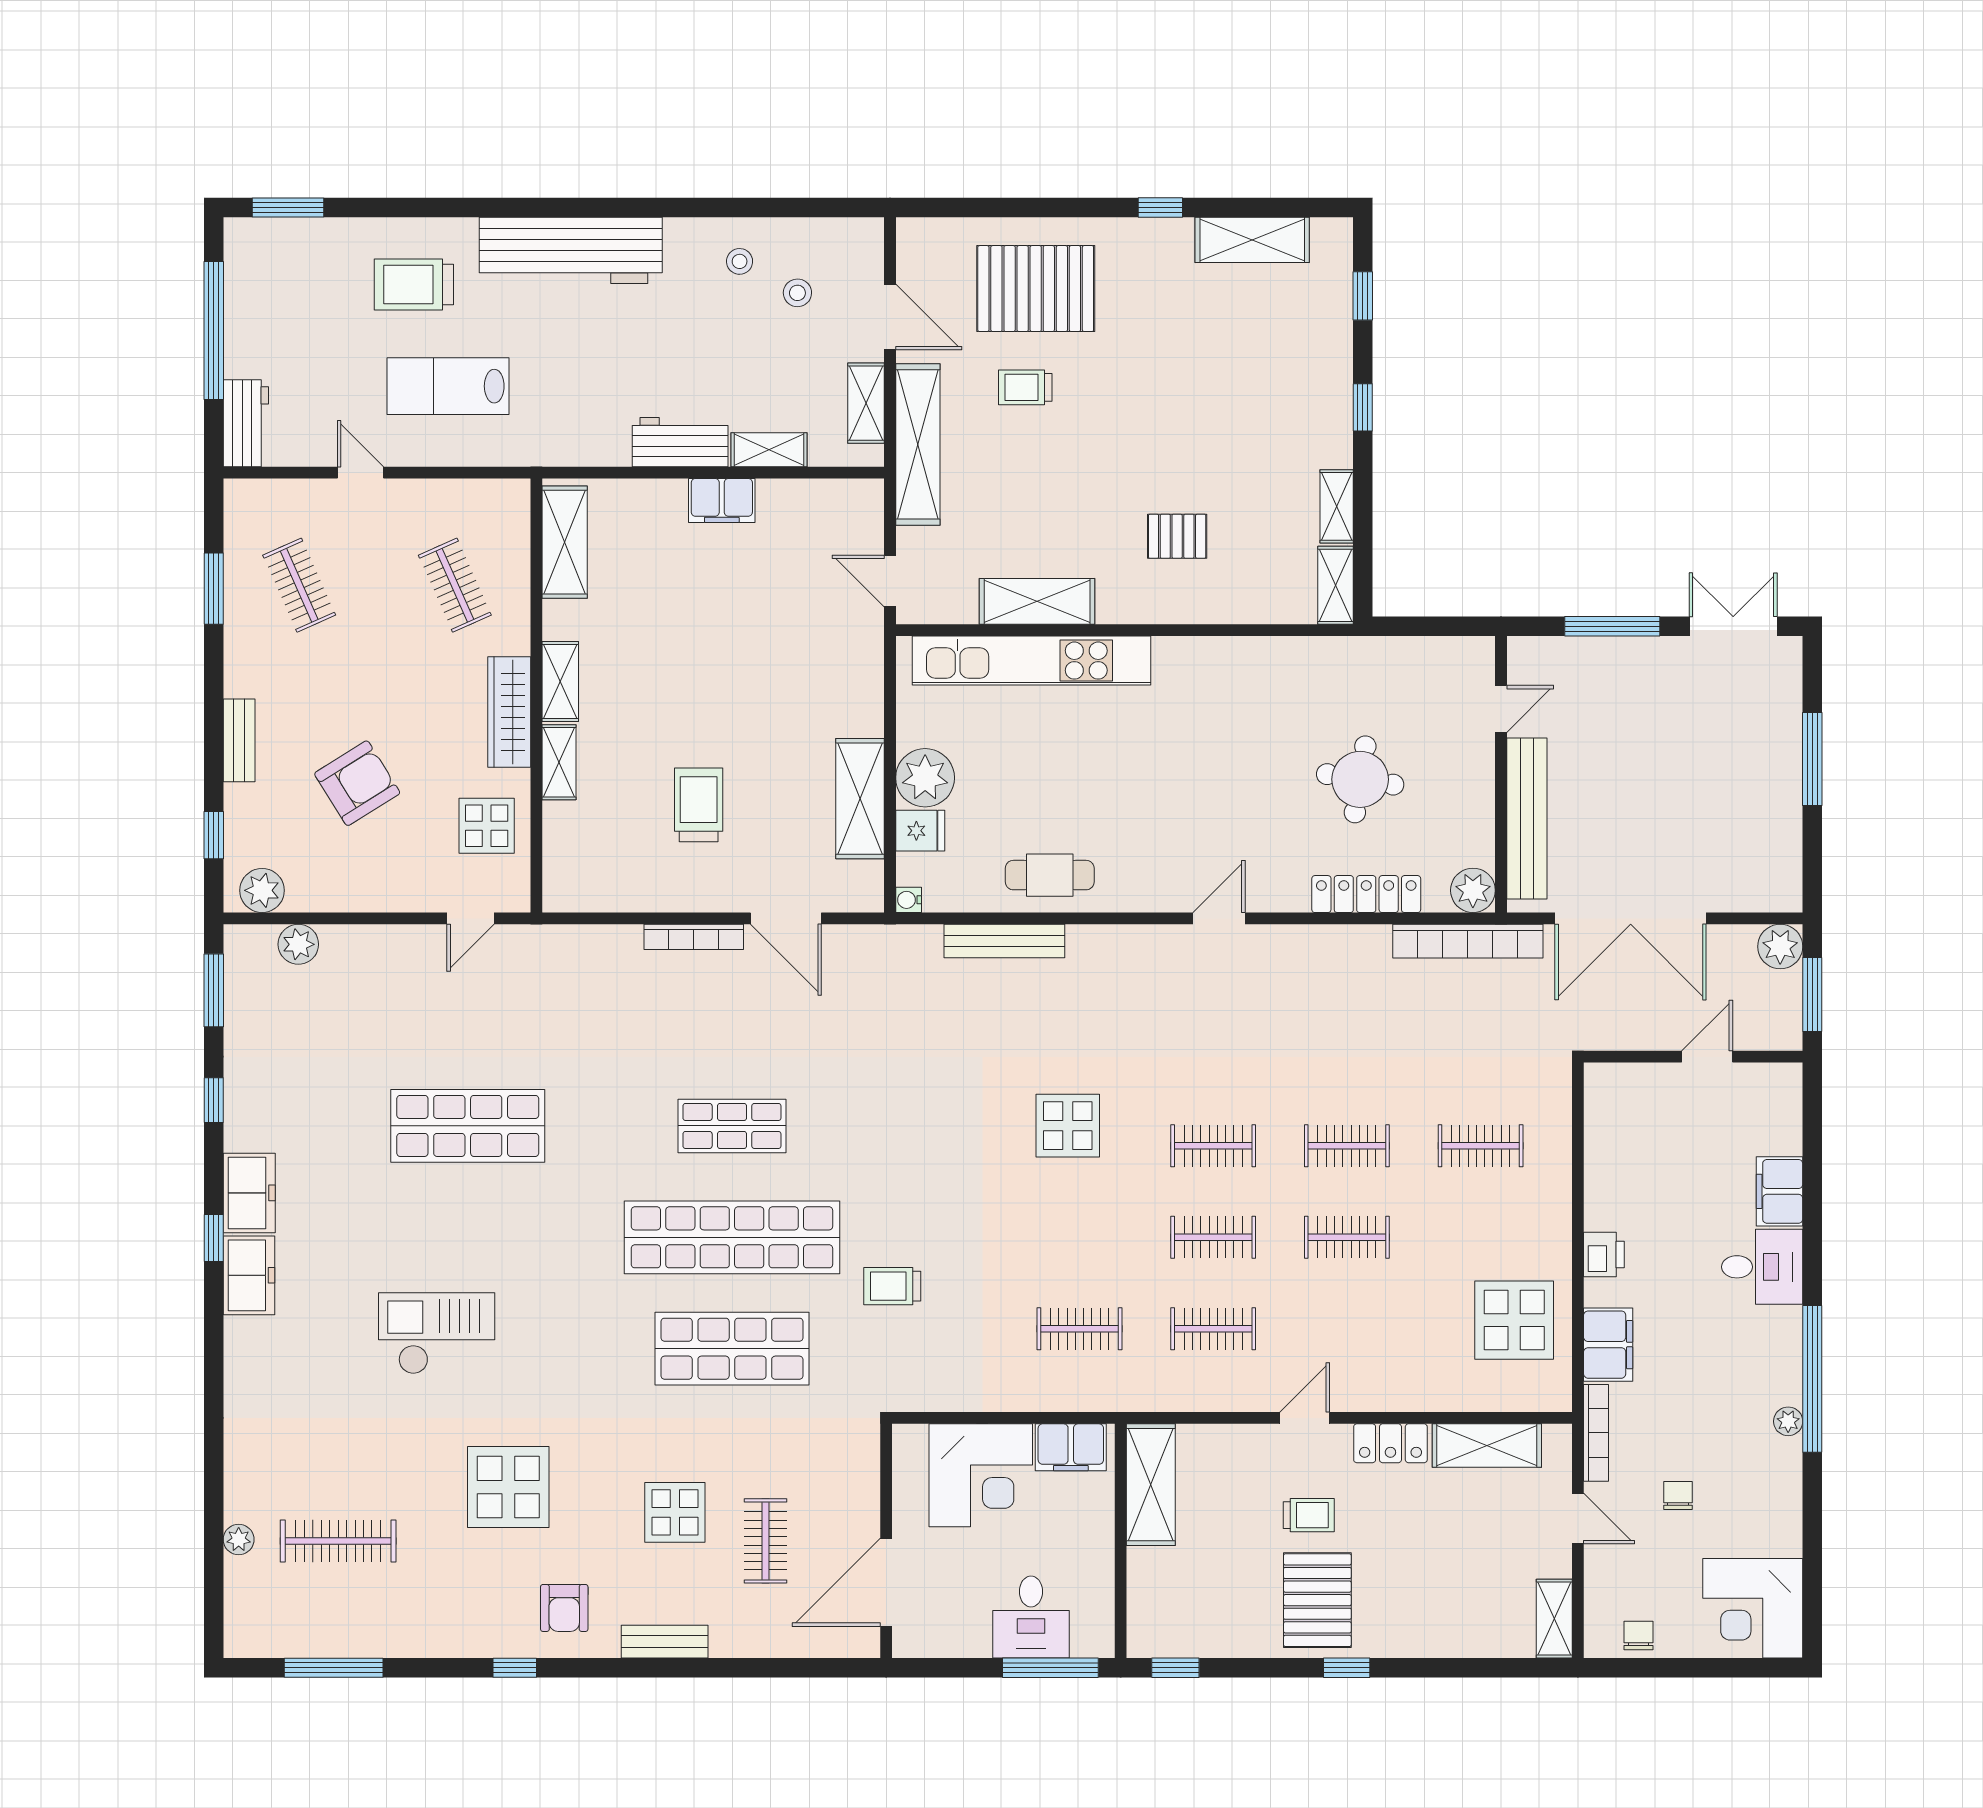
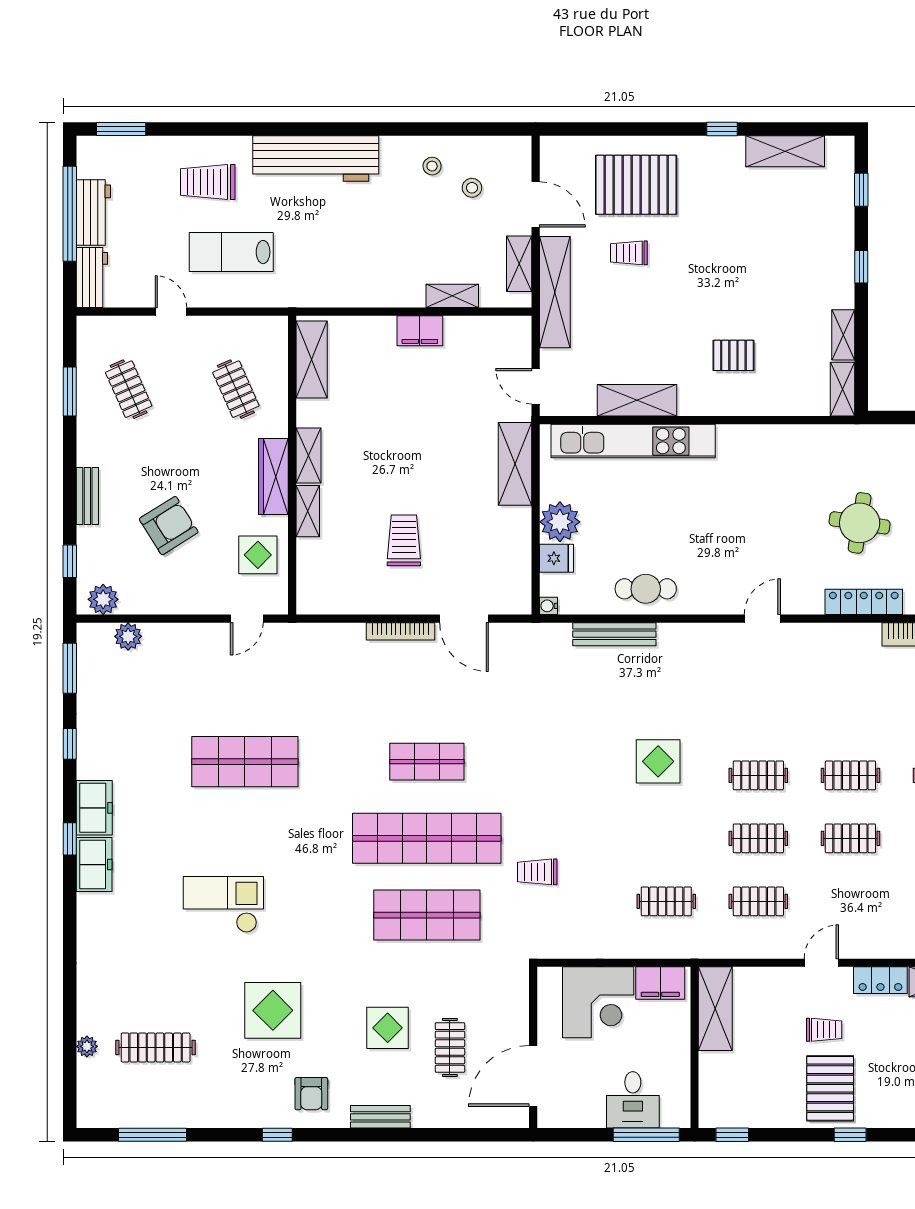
workbench: (680, 442) -> (93, 212), moved, turned 90
shelving: (860, 799) -> (515, 464), moved

